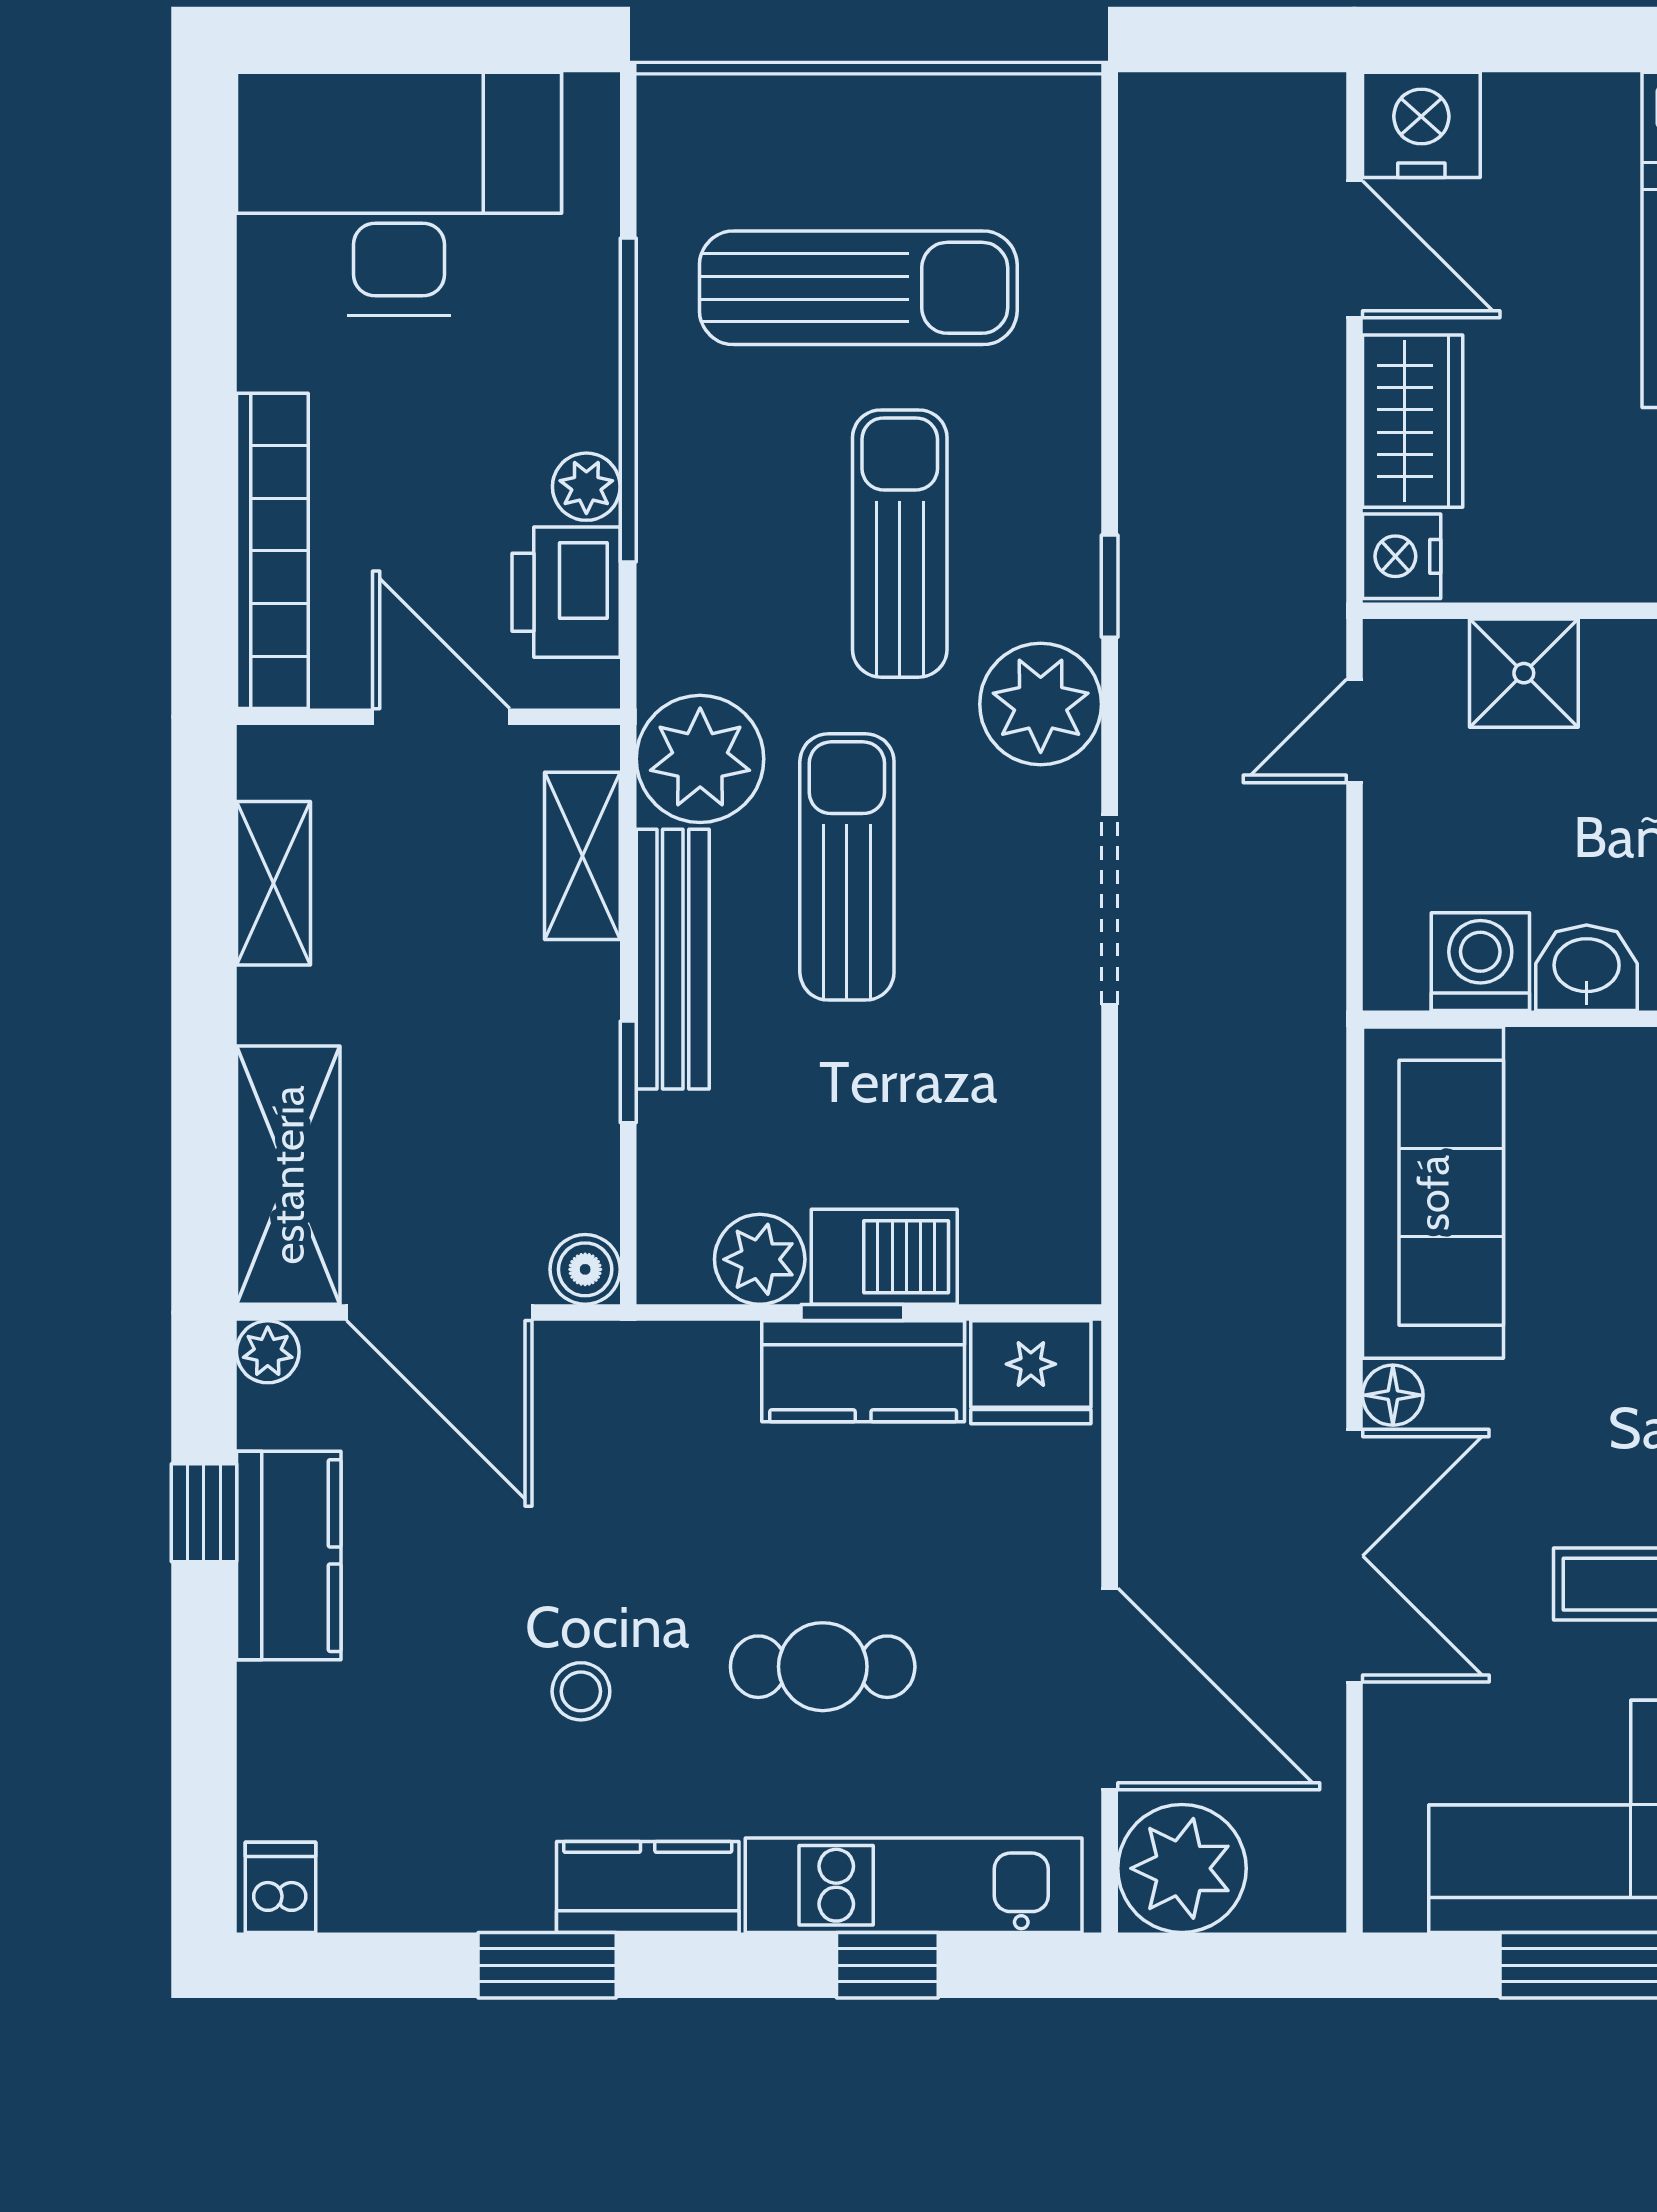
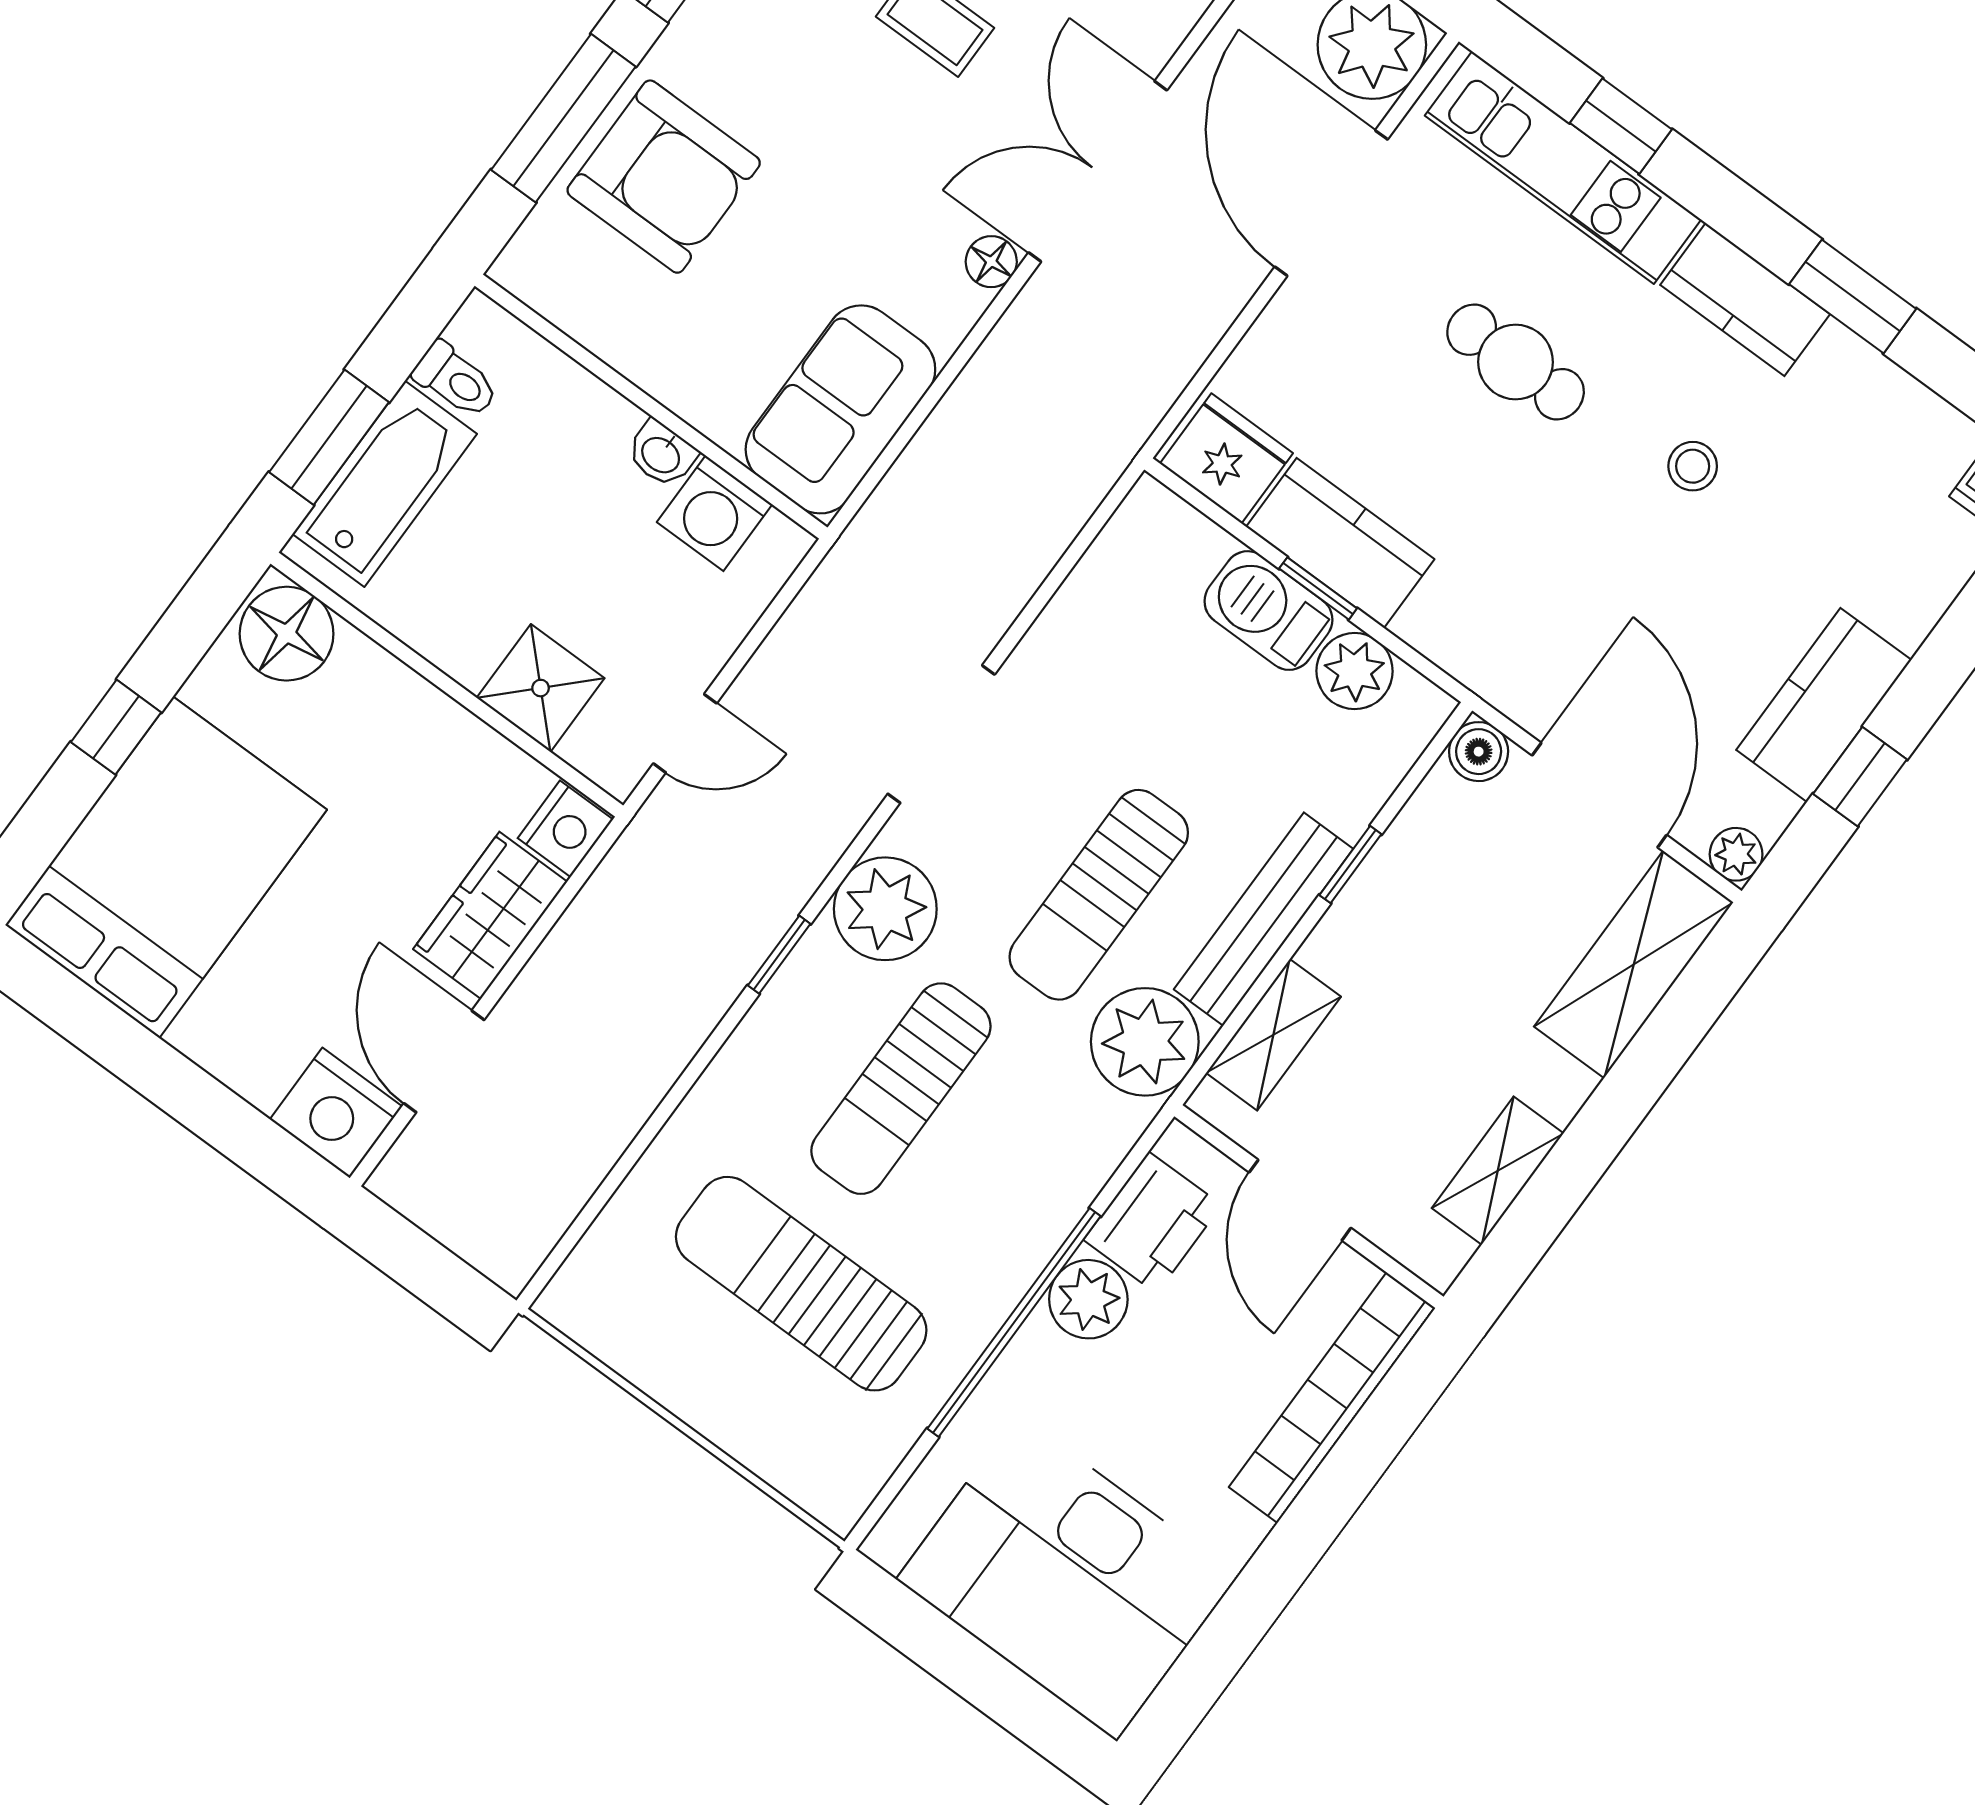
plant: (586, 487) -> (1088, 1299), width x1.38, depth x1.38
washbasin: (1587, 968) -> (661, 454), width x0.72, depth x0.69
sofa: (1433, 1193) -> (840, 409), width x0.73

